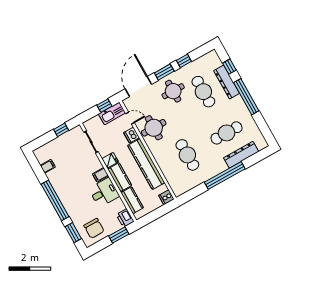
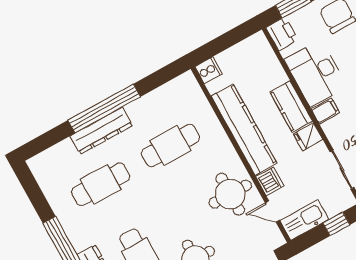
window: (104, 106) -> (336, 224), moved
cafe table: (187, 155) -> (171, 145), turned 90
dresser: (241, 155) -> (101, 131), moved
desk: (104, 192) -> (316, 73), width x1.37
kitchen counter: (132, 200) -> (269, 65), removed

